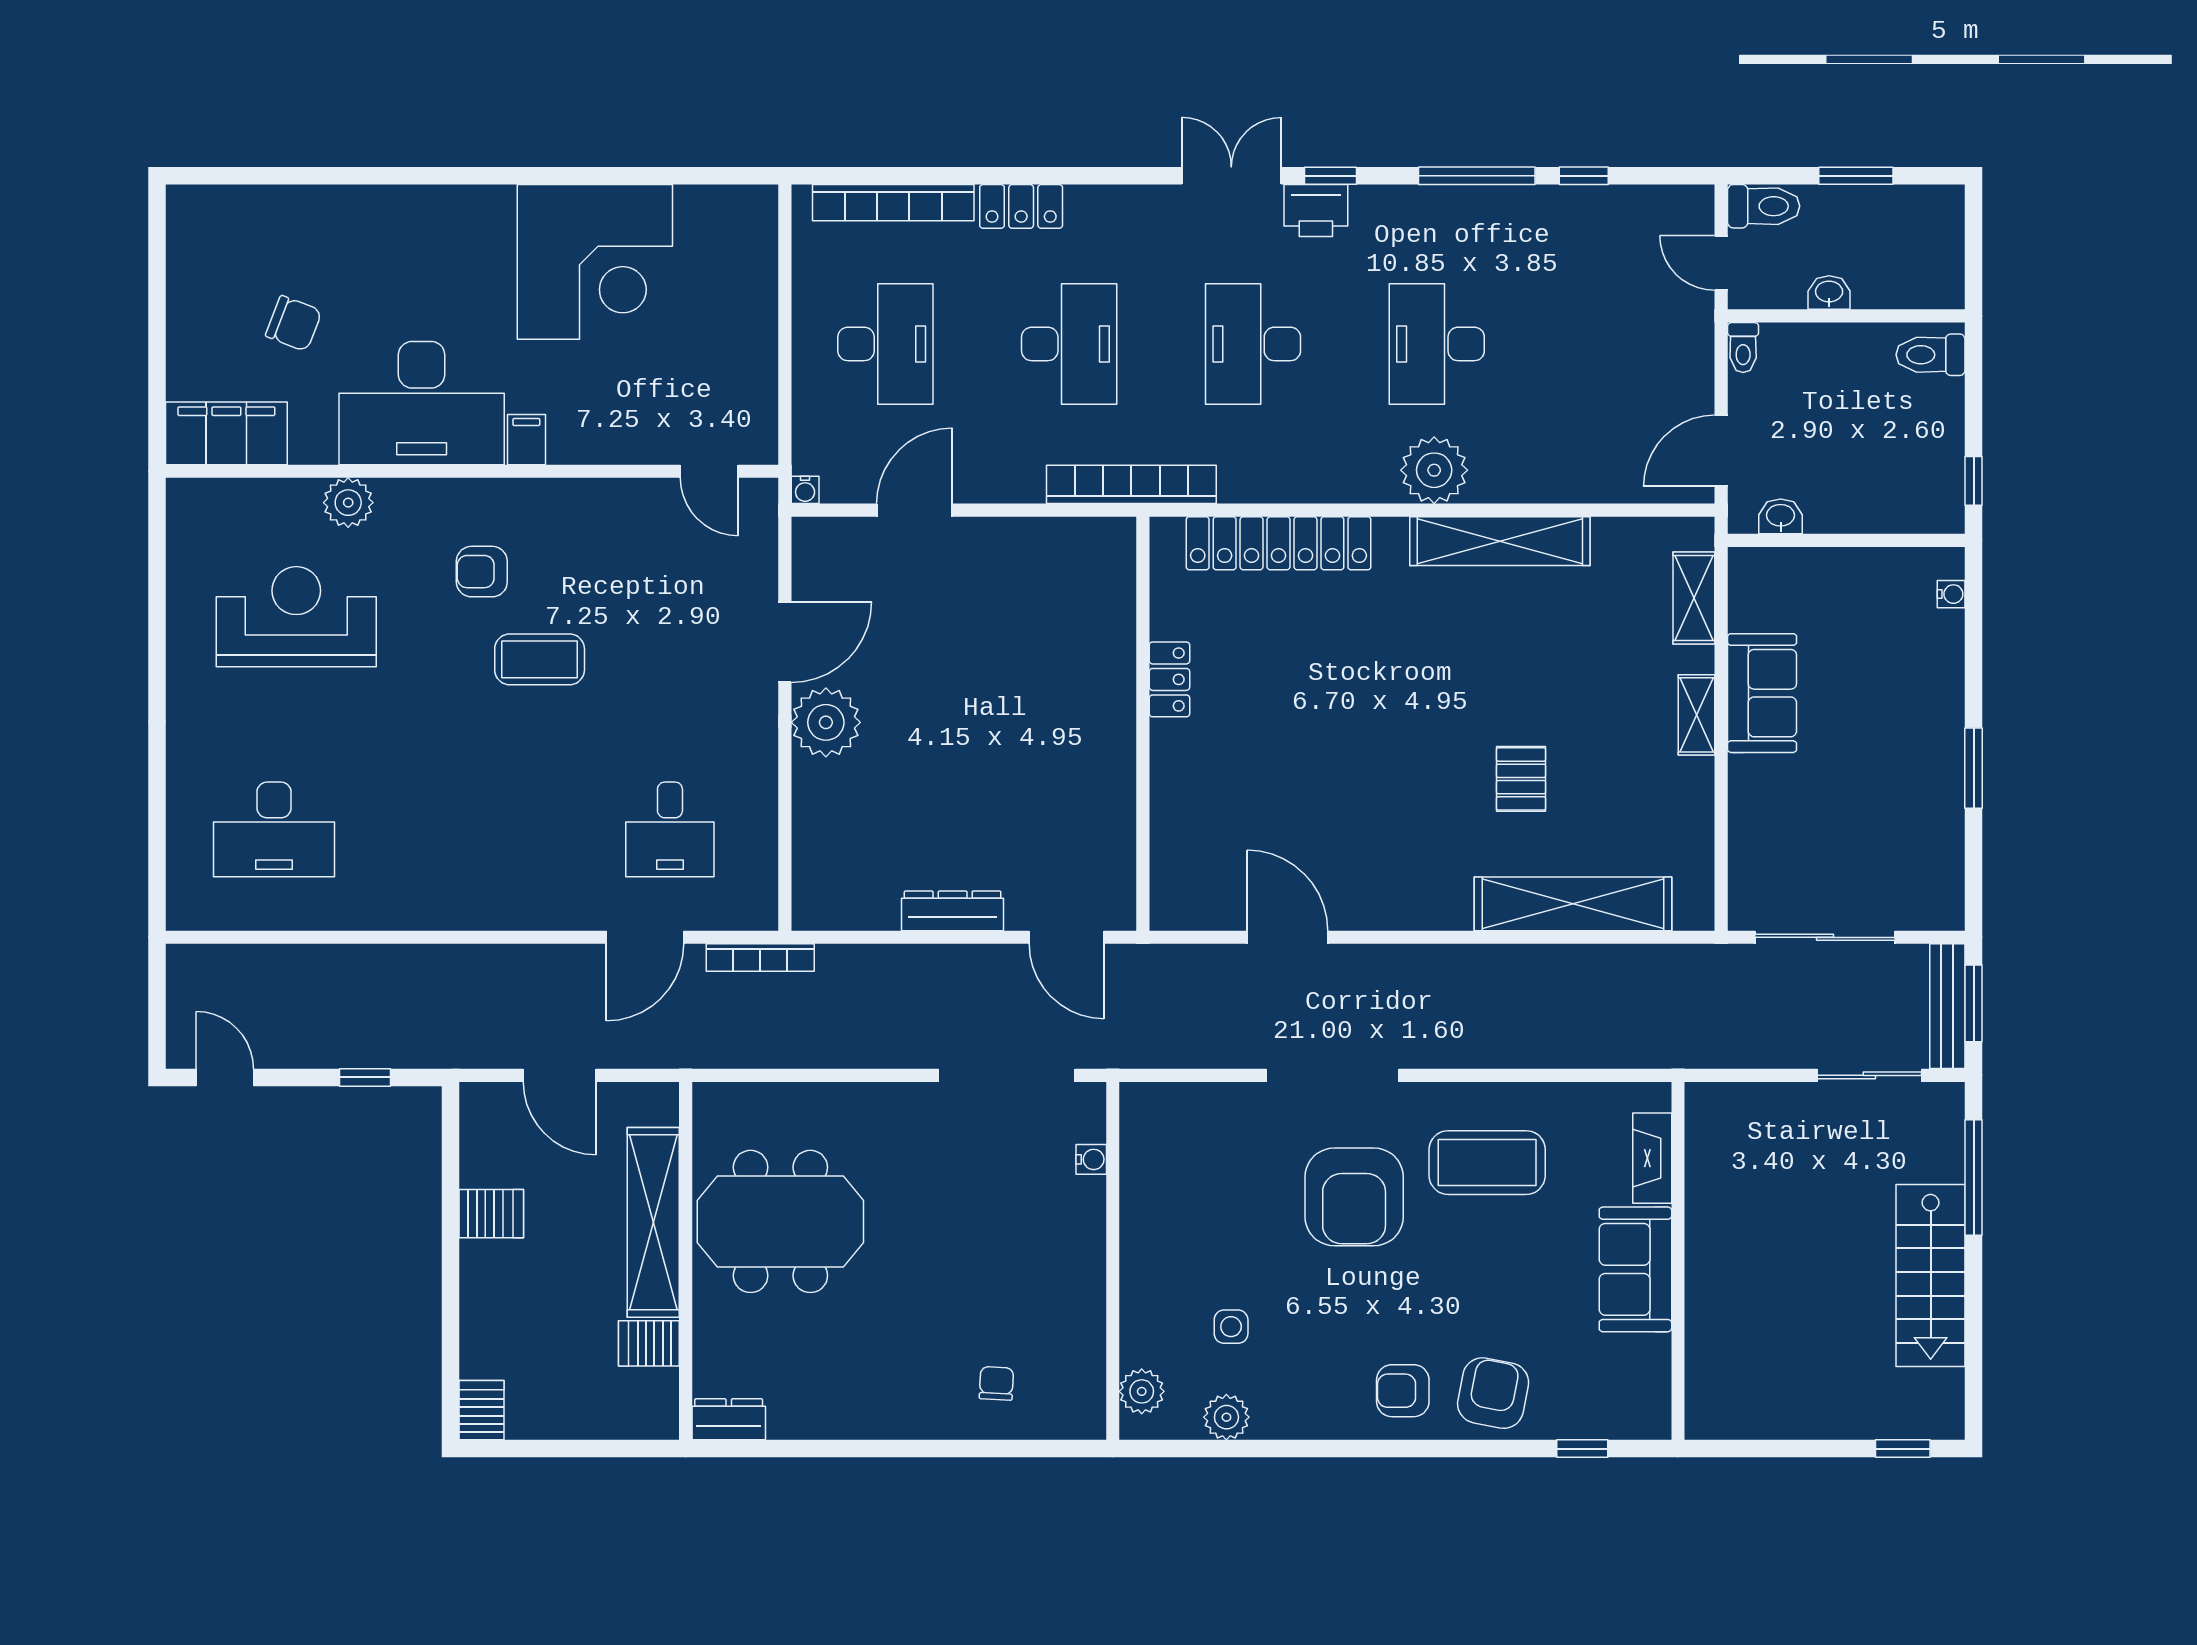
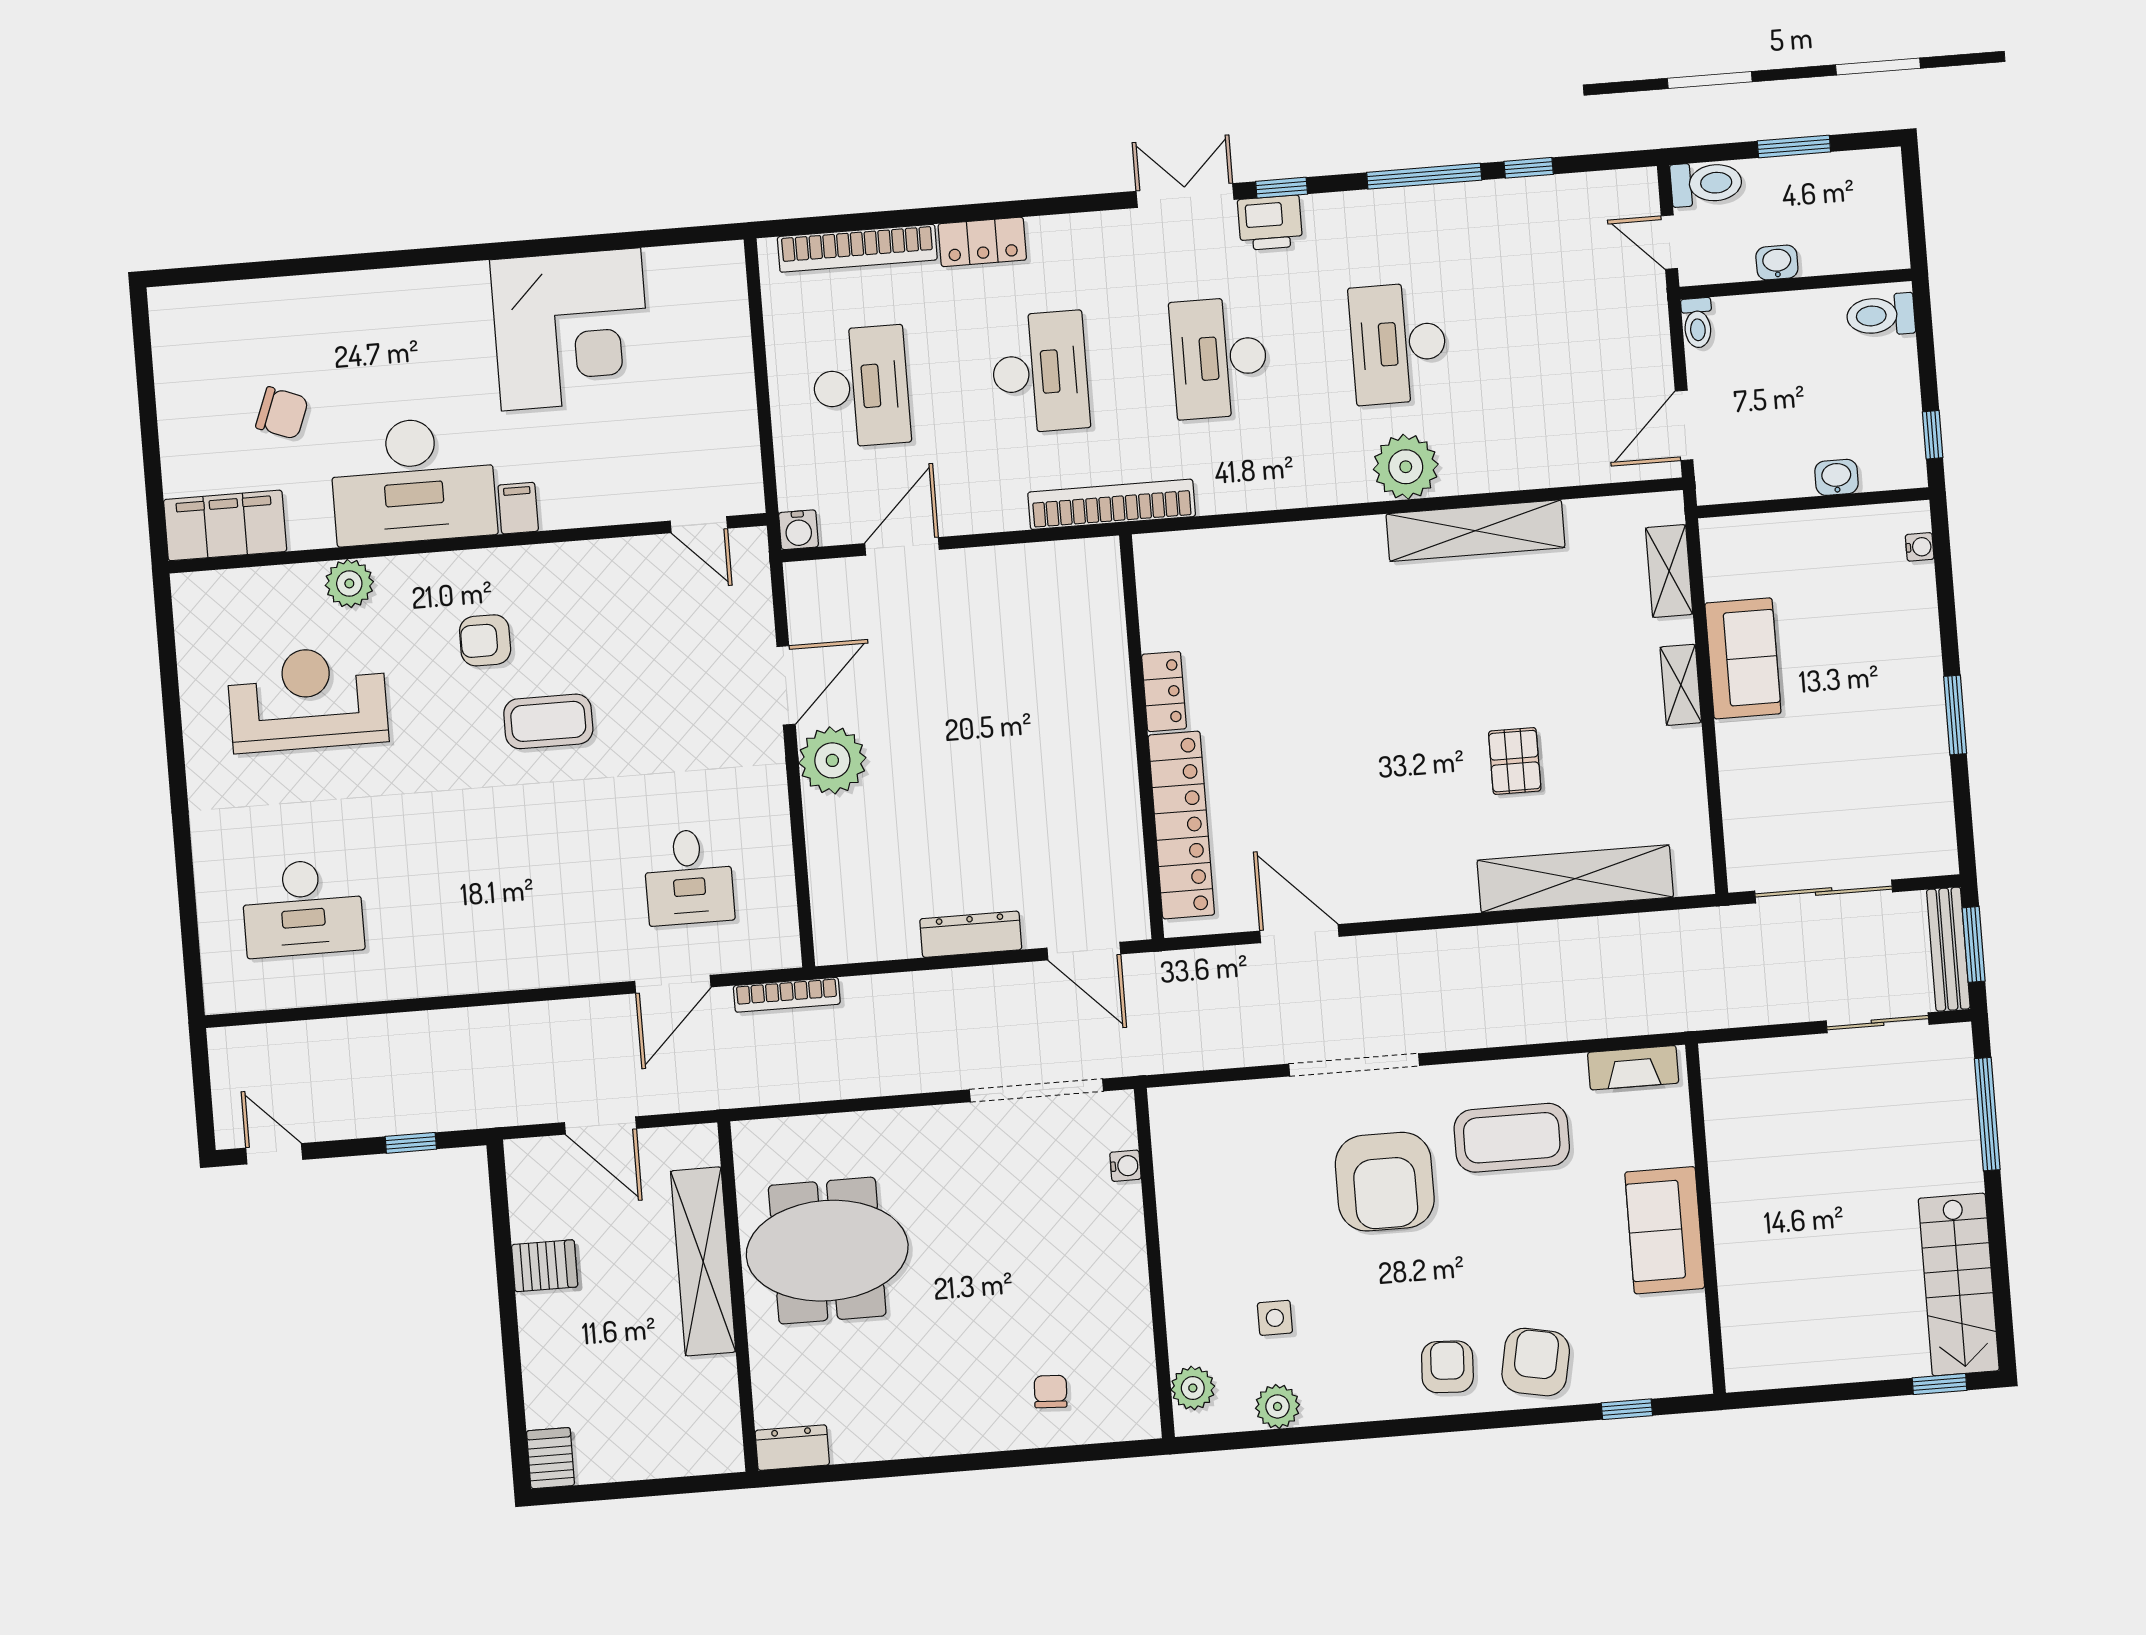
water cooler: (805, 490) -> (799, 530), width x1.38, depth x1.38
washbasin: (1781, 516) -> (1836, 477), moved
locker: (1279, 543) -> (1181, 825), moved, turned -90
fireplace: (1652, 1158) -> (1633, 1068), moved, turned -90
stairs: (1931, 1276) -> (1959, 1285), moved
server rack: (649, 1343) -> (709, 1380), removed
armchair: (1403, 1391) -> (1447, 1367), turned 93

